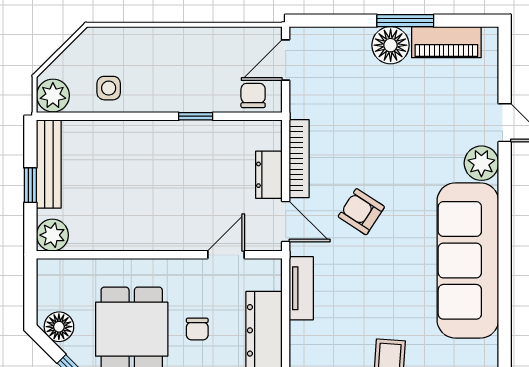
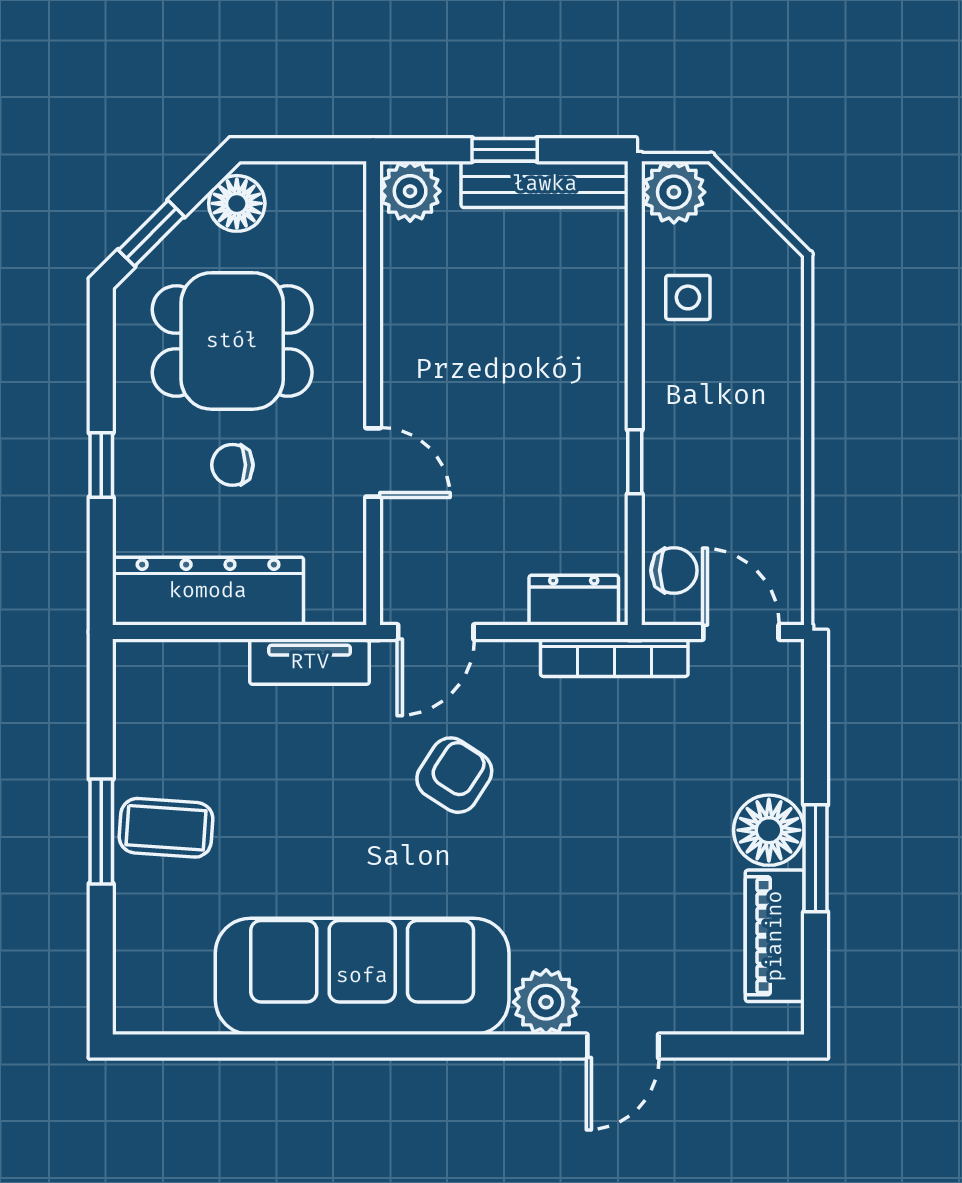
bookcase: (299, 159) -> (614, 658), moved
dresser: (269, 175) -> (574, 600), moved
door: (226, 255) -> (373, 462), moved

